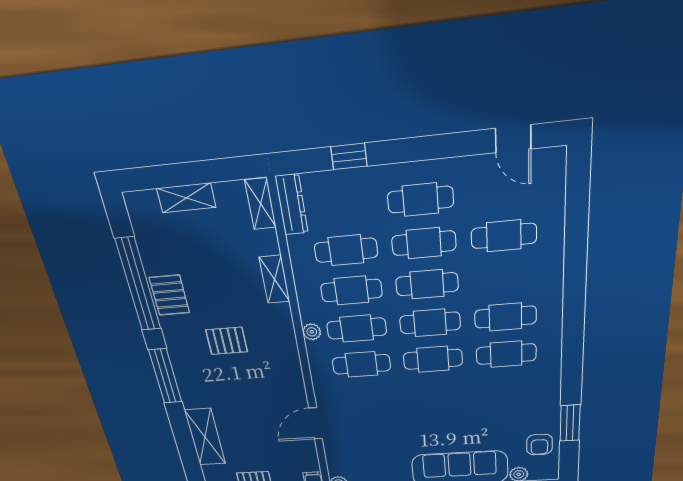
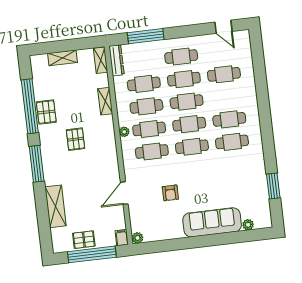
window: (349, 156) -> (146, 36), width x2.17
pallet: (227, 341) -> (75, 139), turned 90
armchair: (539, 445) -> (170, 193), moved

